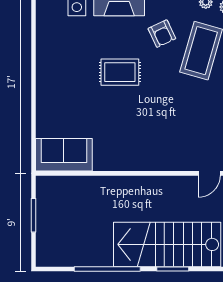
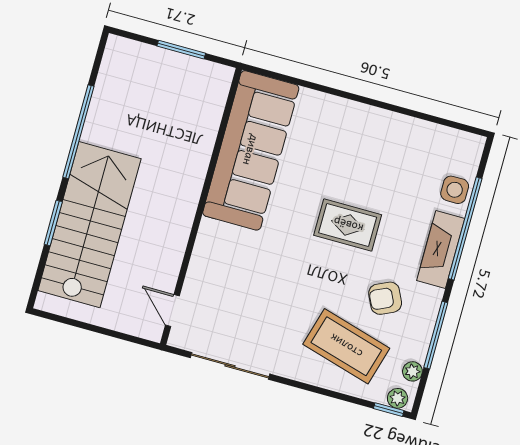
rug: (120, 72) -> (348, 225), turned 90
sofa: (64, 155) -> (251, 150), width x1.85, depth x1.27

